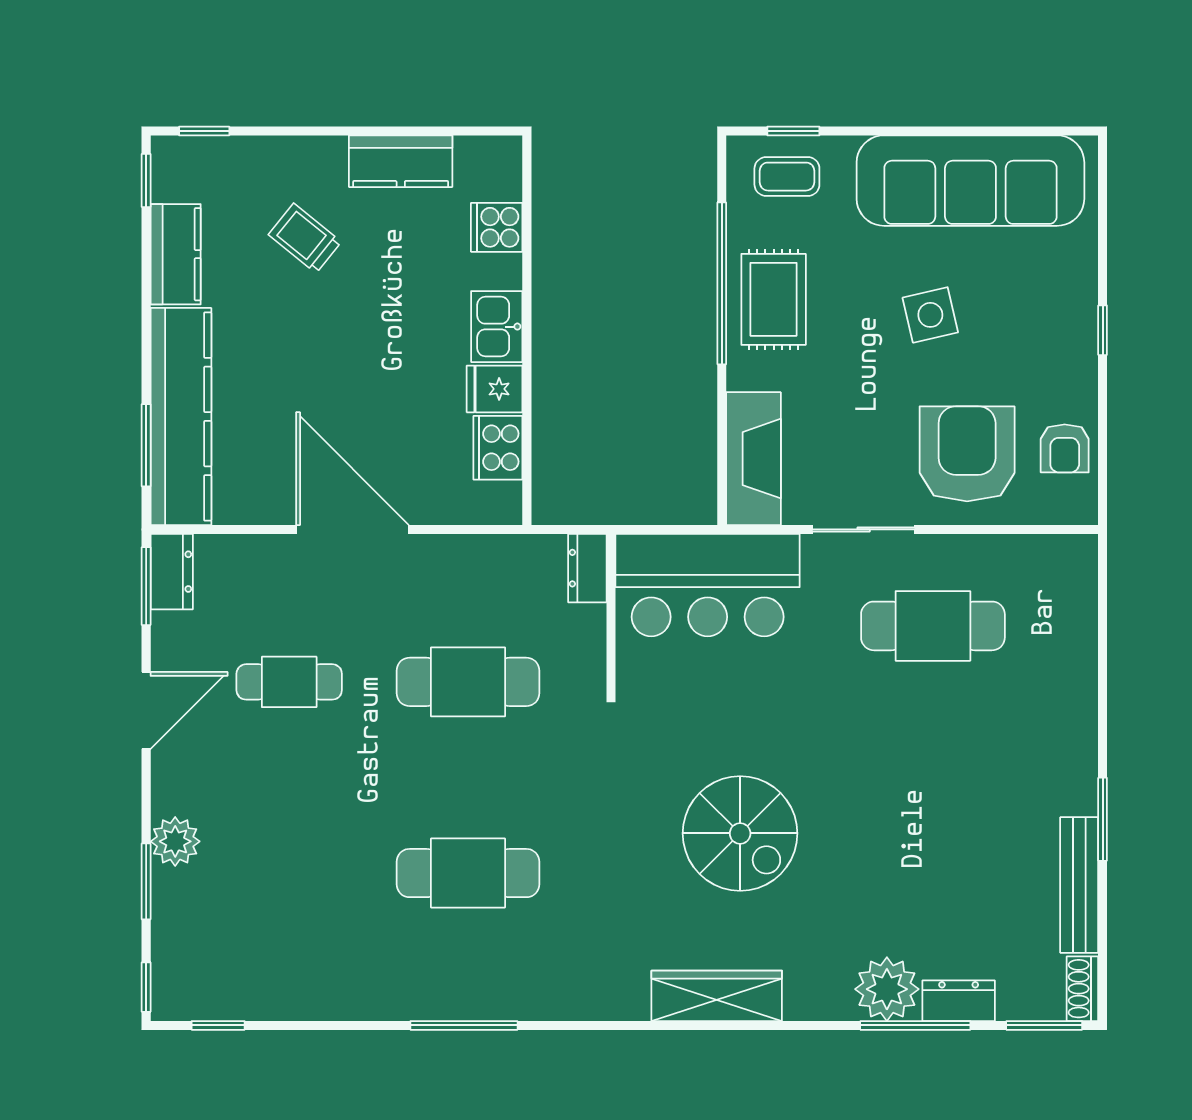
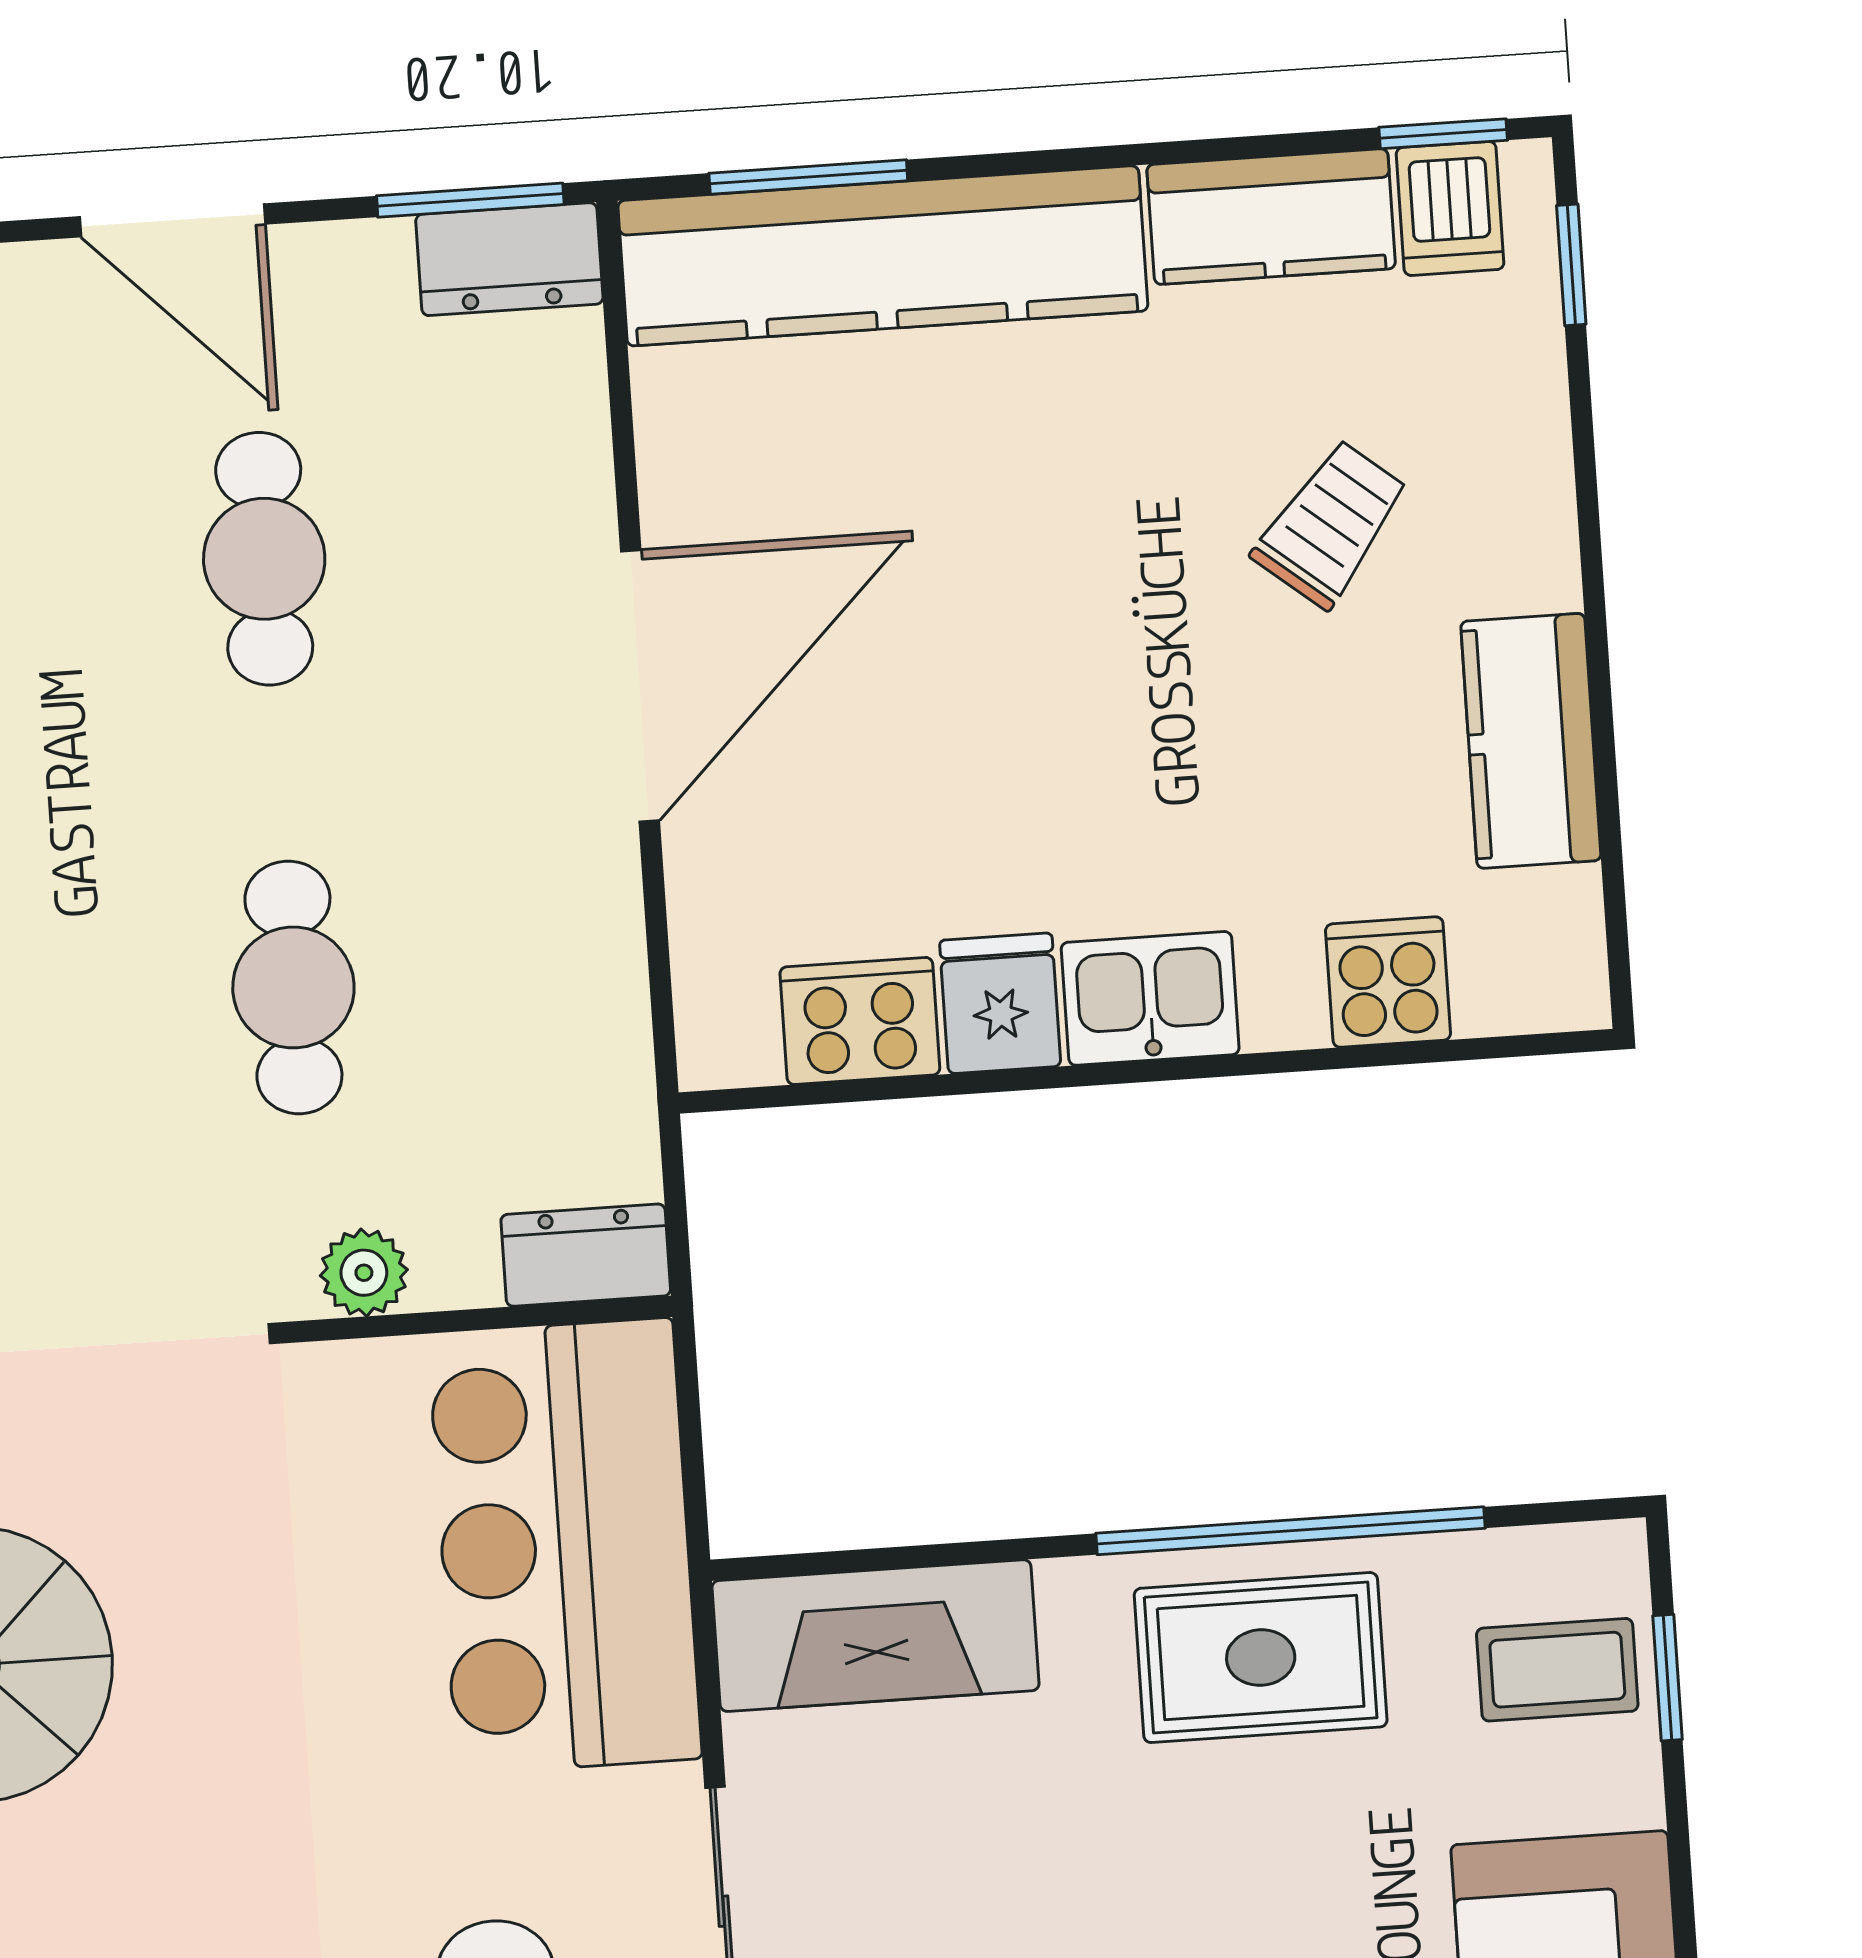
coffee table: (787, 177) -> (1557, 1670), turned 90
dishwasher: (177, 180) -> (1450, 208), added
plant: (588, 661) -> (364, 1273), added
cafe table: (468, 682) -> (293, 987), width x0.73, depth x0.74

